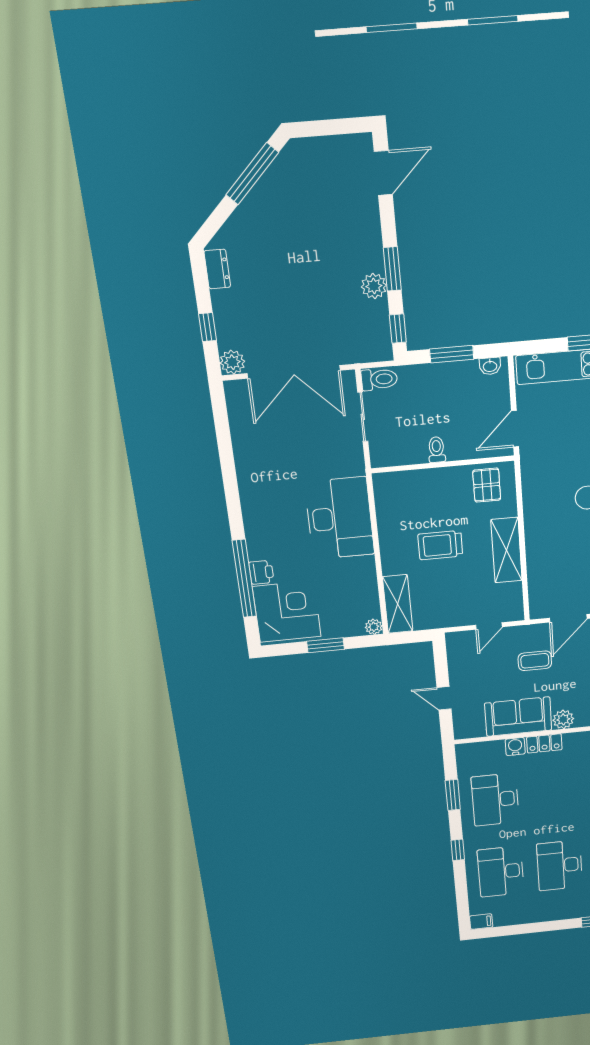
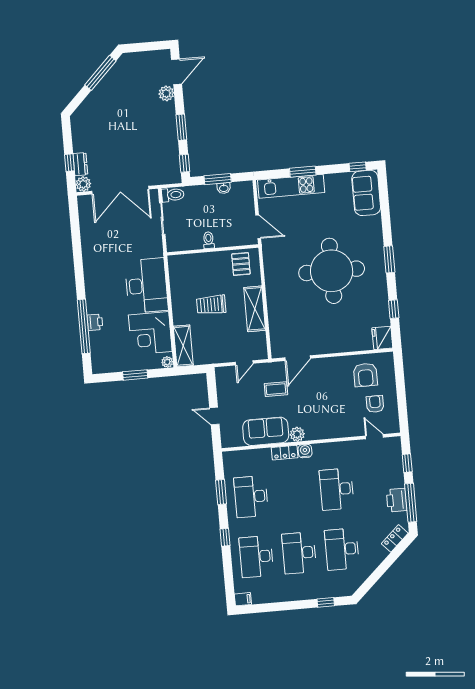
dresser: (217, 269) -> (80, 164), moved
plant: (374, 286) -> (166, 93), moved
washbasin: (490, 366) -> (224, 188), moved
door: (515, 429) -> (258, 227), swing flipped
corner desk: (287, 612) -> (150, 333), moved, turned 180
water cooler: (515, 747) -> (305, 451), moved

